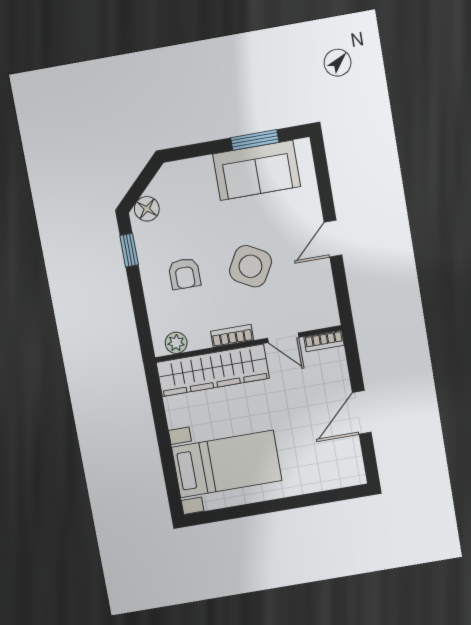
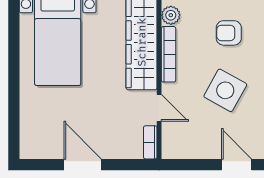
bookcase: (232, 336) -> (168, 54), width x1.56
door: (283, 338) -> (159, 108), swing flipped

